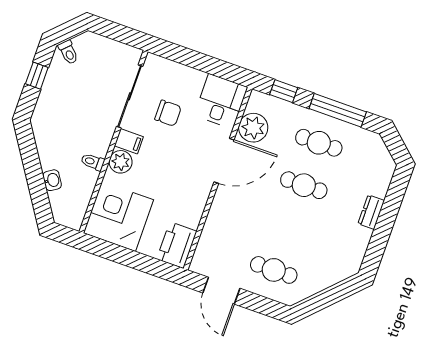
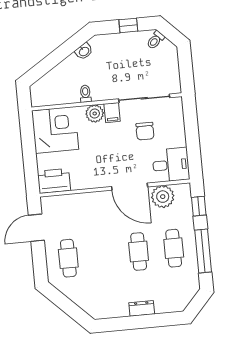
washbasin: (52, 180) -> (84, 51), moved

